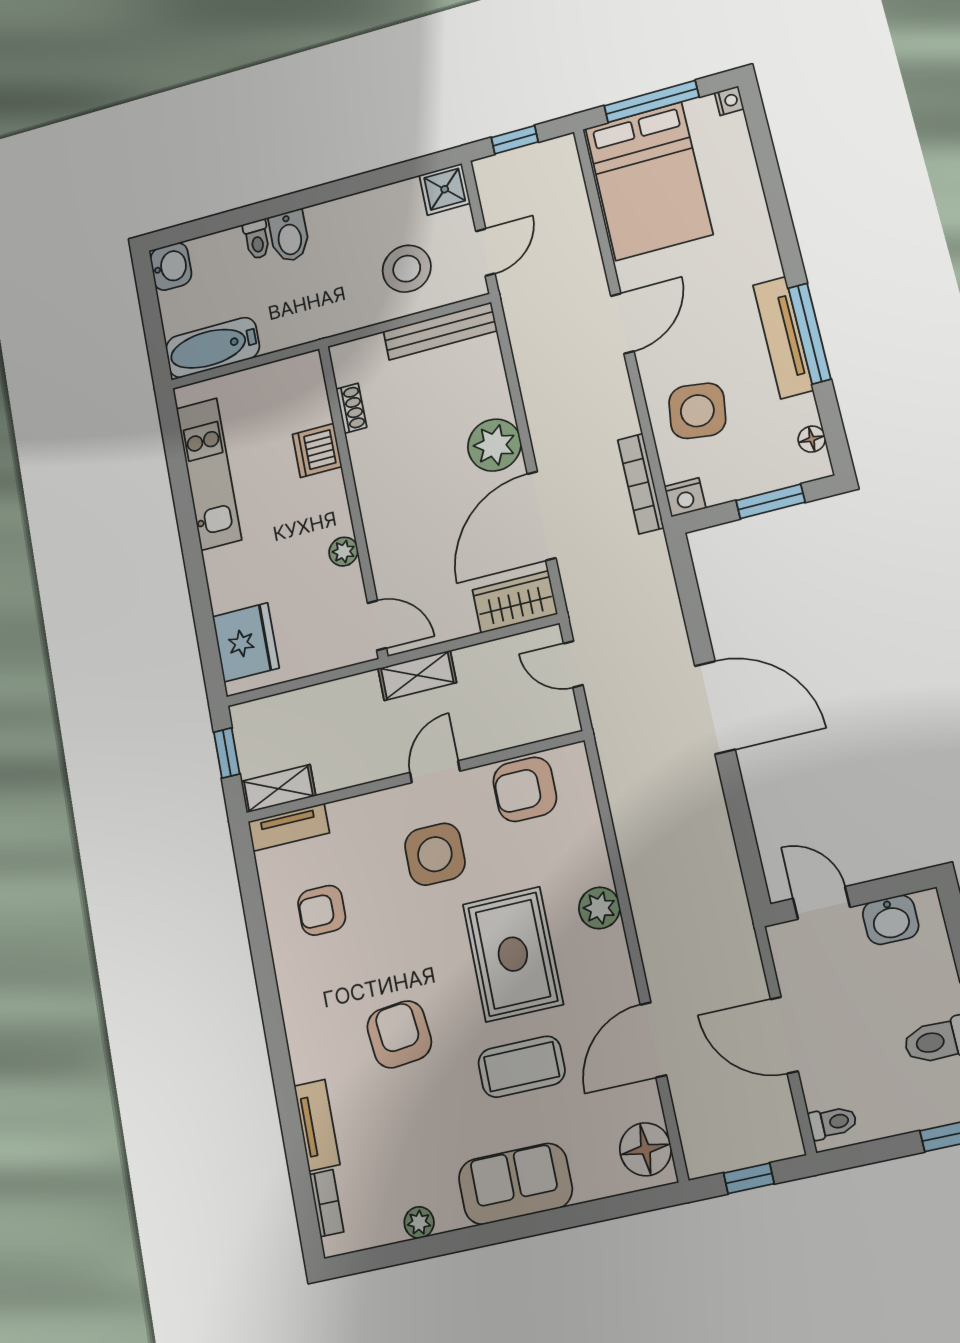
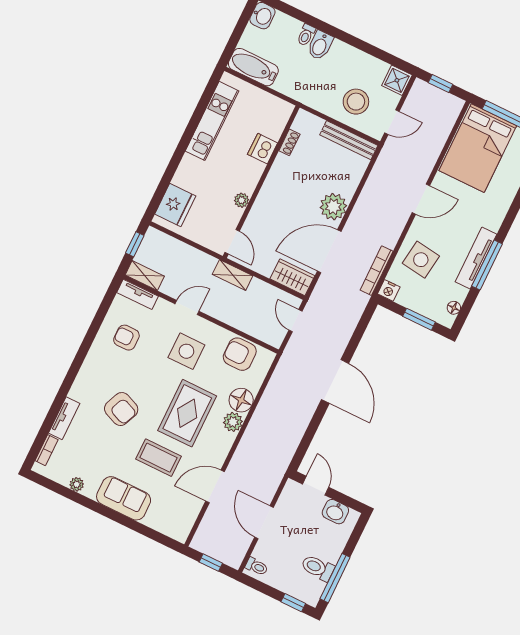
door: (435, 772) -> (187, 308), moved
armchair: (399, 1034) -> (121, 409), turned 119
floor lamp: (645, 1149) -> (241, 400), moved

